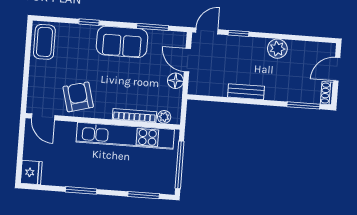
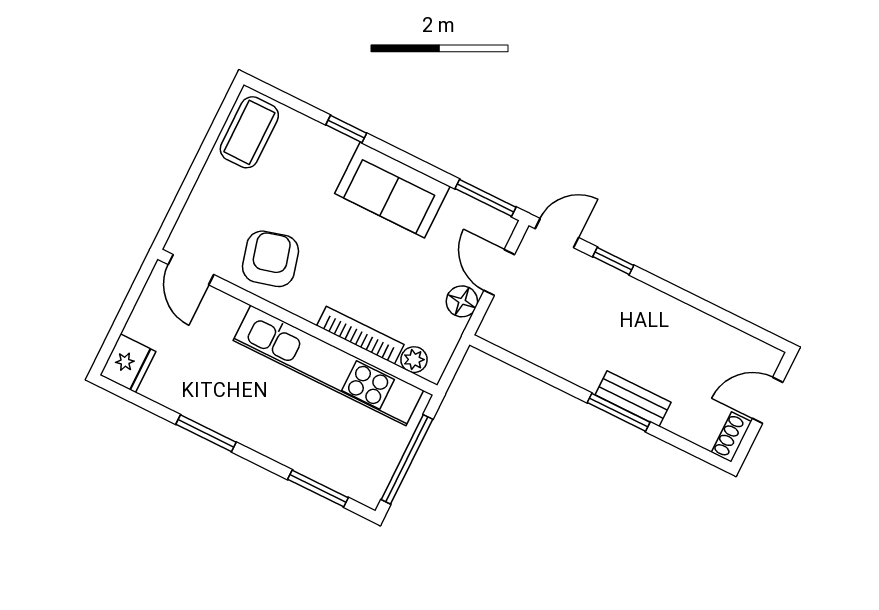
window: (152, 27) -> (485, 198), moved
plant: (277, 49) -> (674, 318), removed
bench: (246, 92) -> (633, 399), moved
window: (303, 105) -> (619, 412), moved

